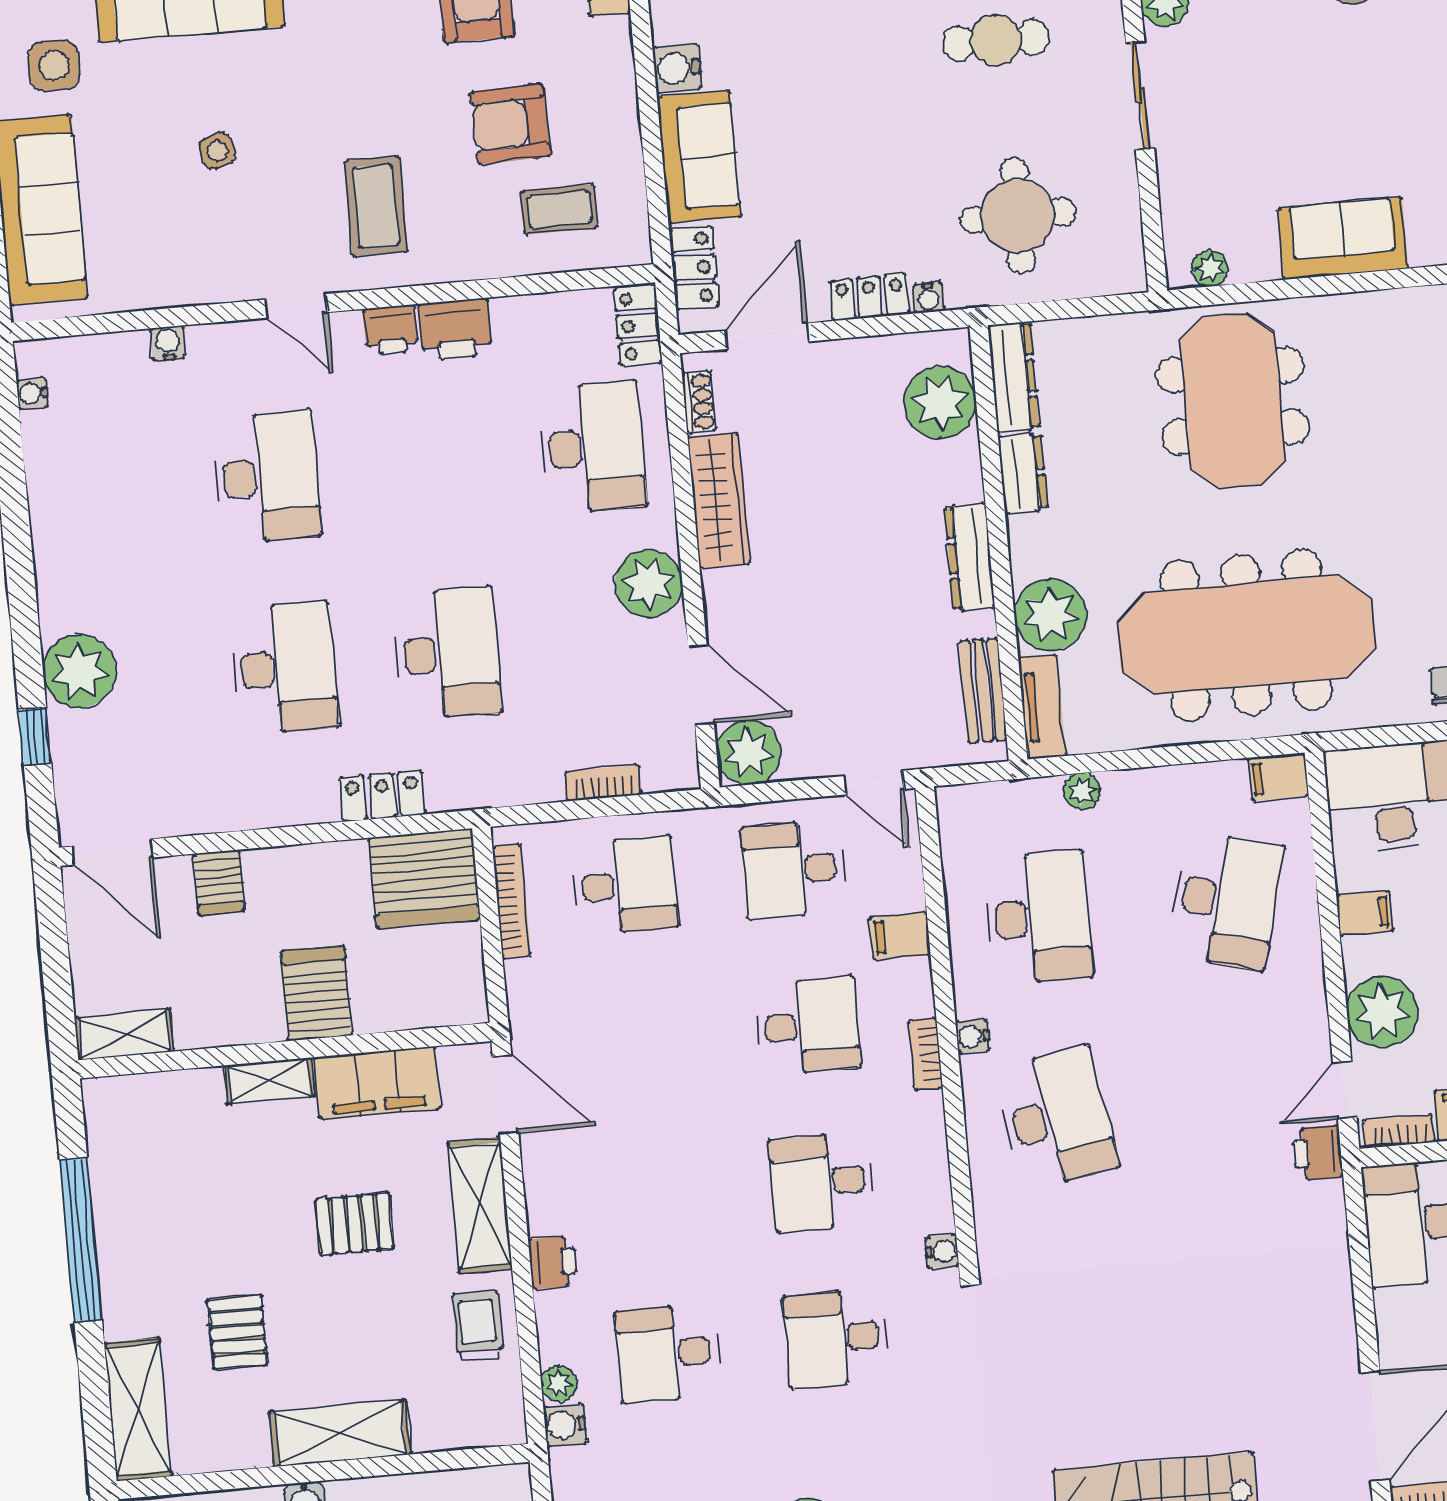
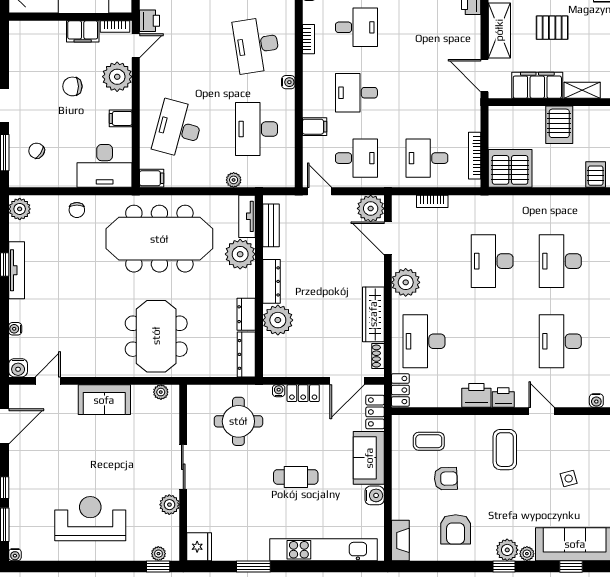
cafe table: (996, 40) -> (296, 477), moved
armchair: (510, 124) -> (446, 479), width x0.72, depth x0.72
plant: (940, 402) -> (278, 320), moved
locker: (382, 796) -> (524, 204), removed
bookcase: (926, 1054) -> (308, 39), moved

